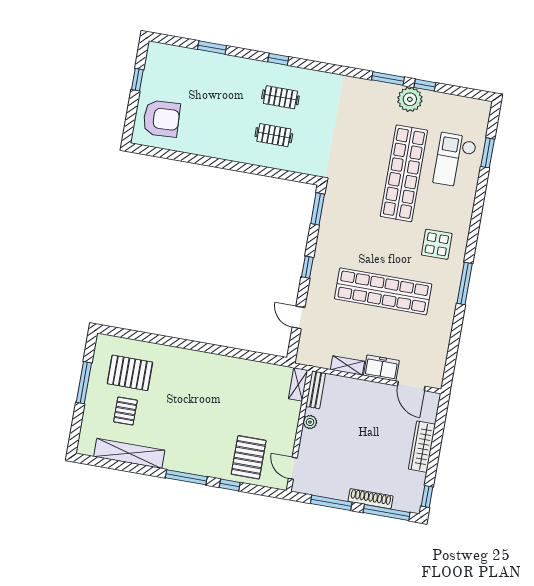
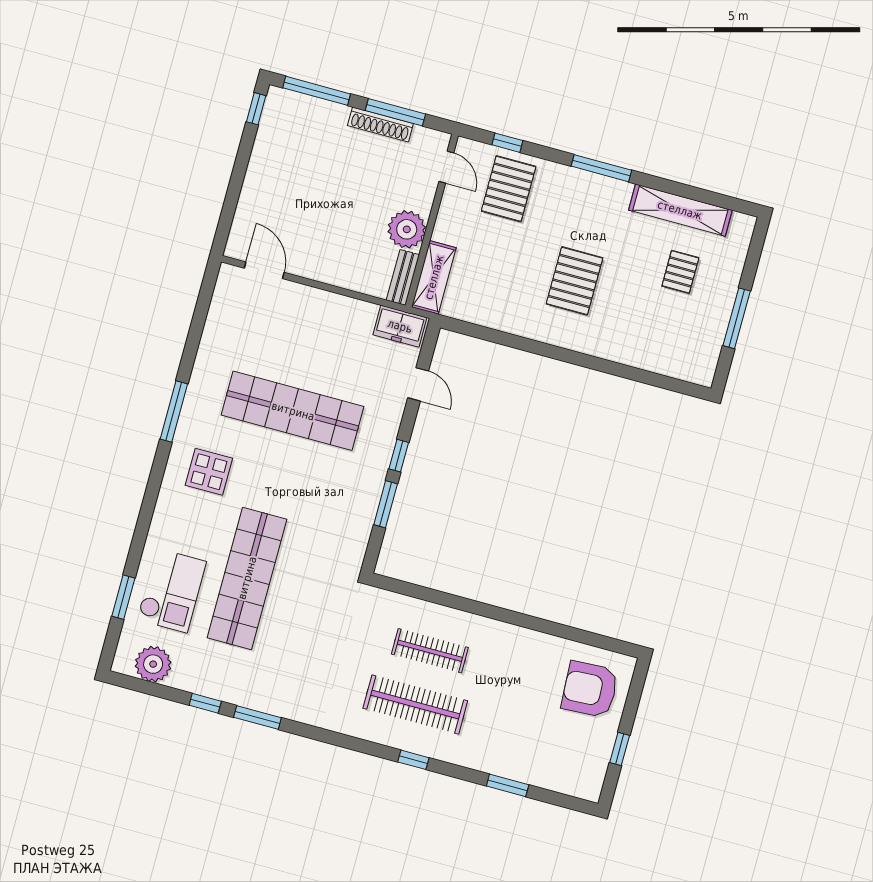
clothes rail: (280, 97) -> (415, 705), width x1.86, depth x1.31
plant: (410, 99) -> (153, 664), moved
clothes rail: (274, 135) -> (430, 651), width x1.36
window: (318, 209) -> (386, 504), moved
shelving: (347, 365) -> (354, 308), removed
freezer: (381, 368) -> (400, 326), moved
pallet: (130, 373) -> (574, 281), moved, turned 90
shelving: (298, 384) -> (434, 277), width x1.50, depth x1.33
plant: (310, 422) -> (407, 229), width x1.87, depth x1.87
wardrobe: (422, 447) -> (257, 181), removed
window: (230, 485) -> (507, 143), moved
shoe rack: (371, 499) -> (380, 125), moved

